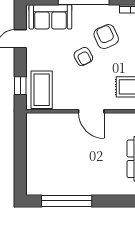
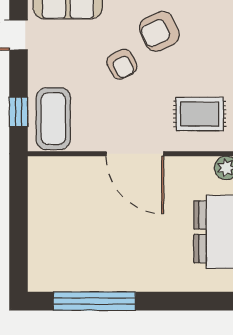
armchair: (106, 37) -> (159, 31), turned -91
door: (91, 111) -> (135, 154), width x1.36

